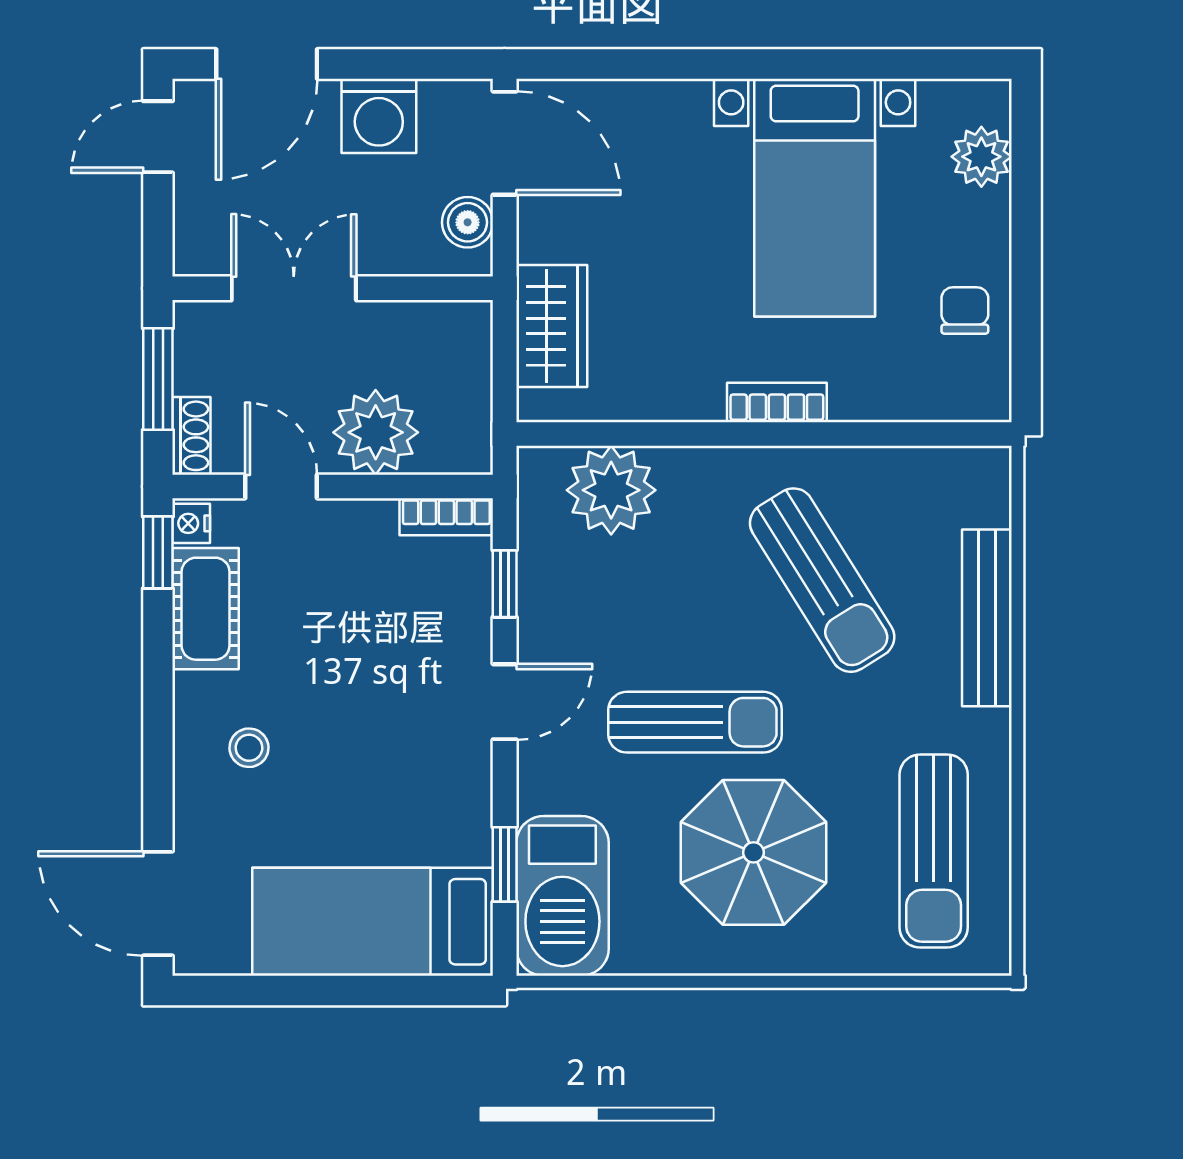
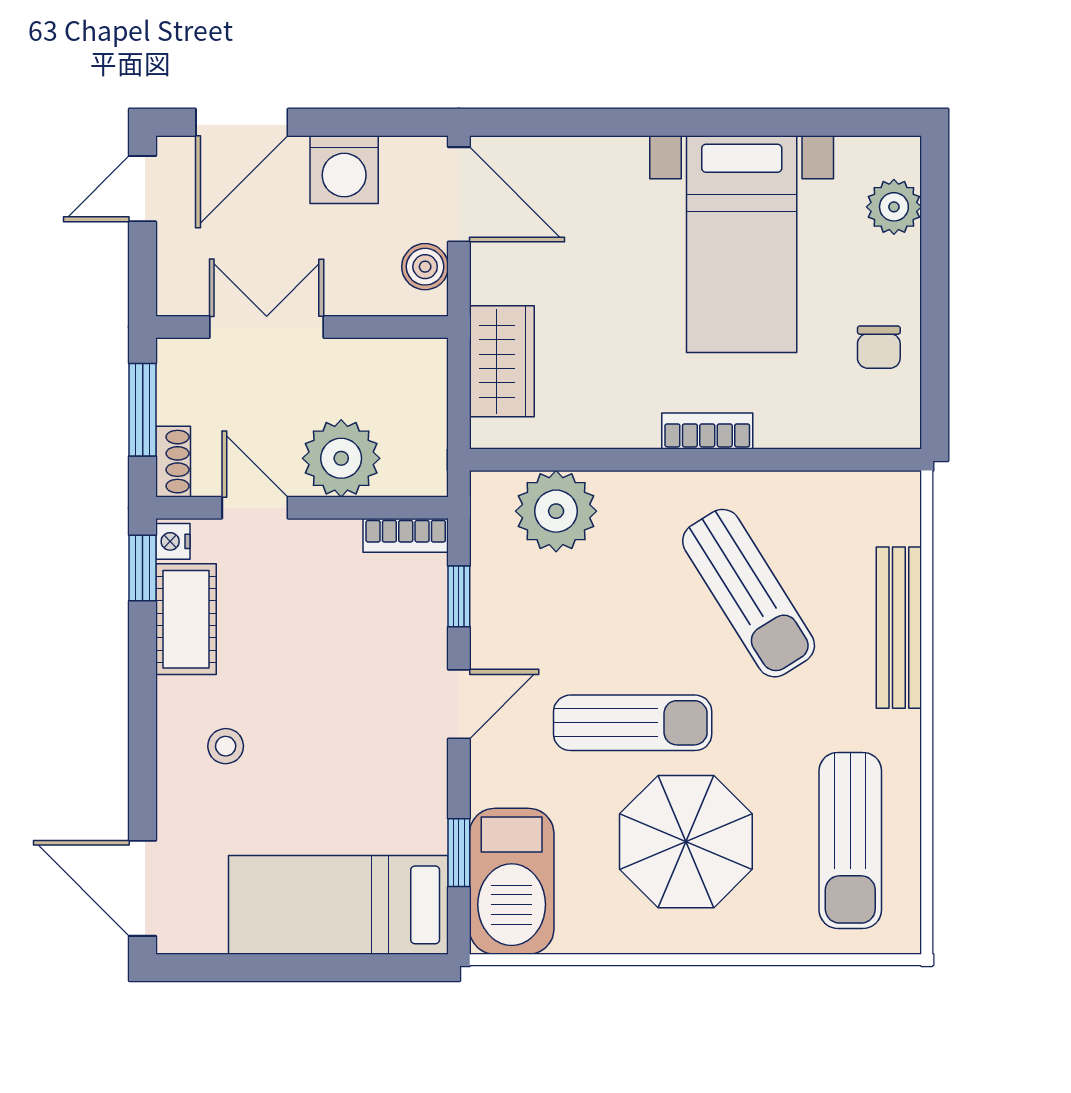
chair: (965, 310) -> (879, 347), turned 180

